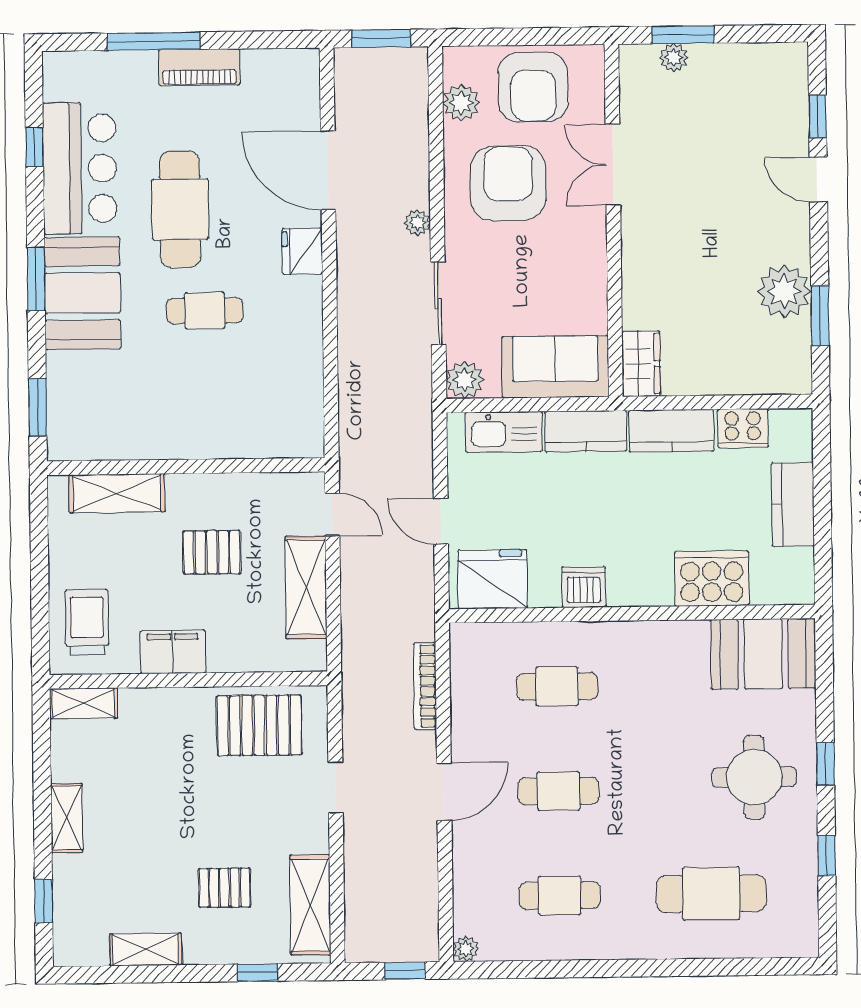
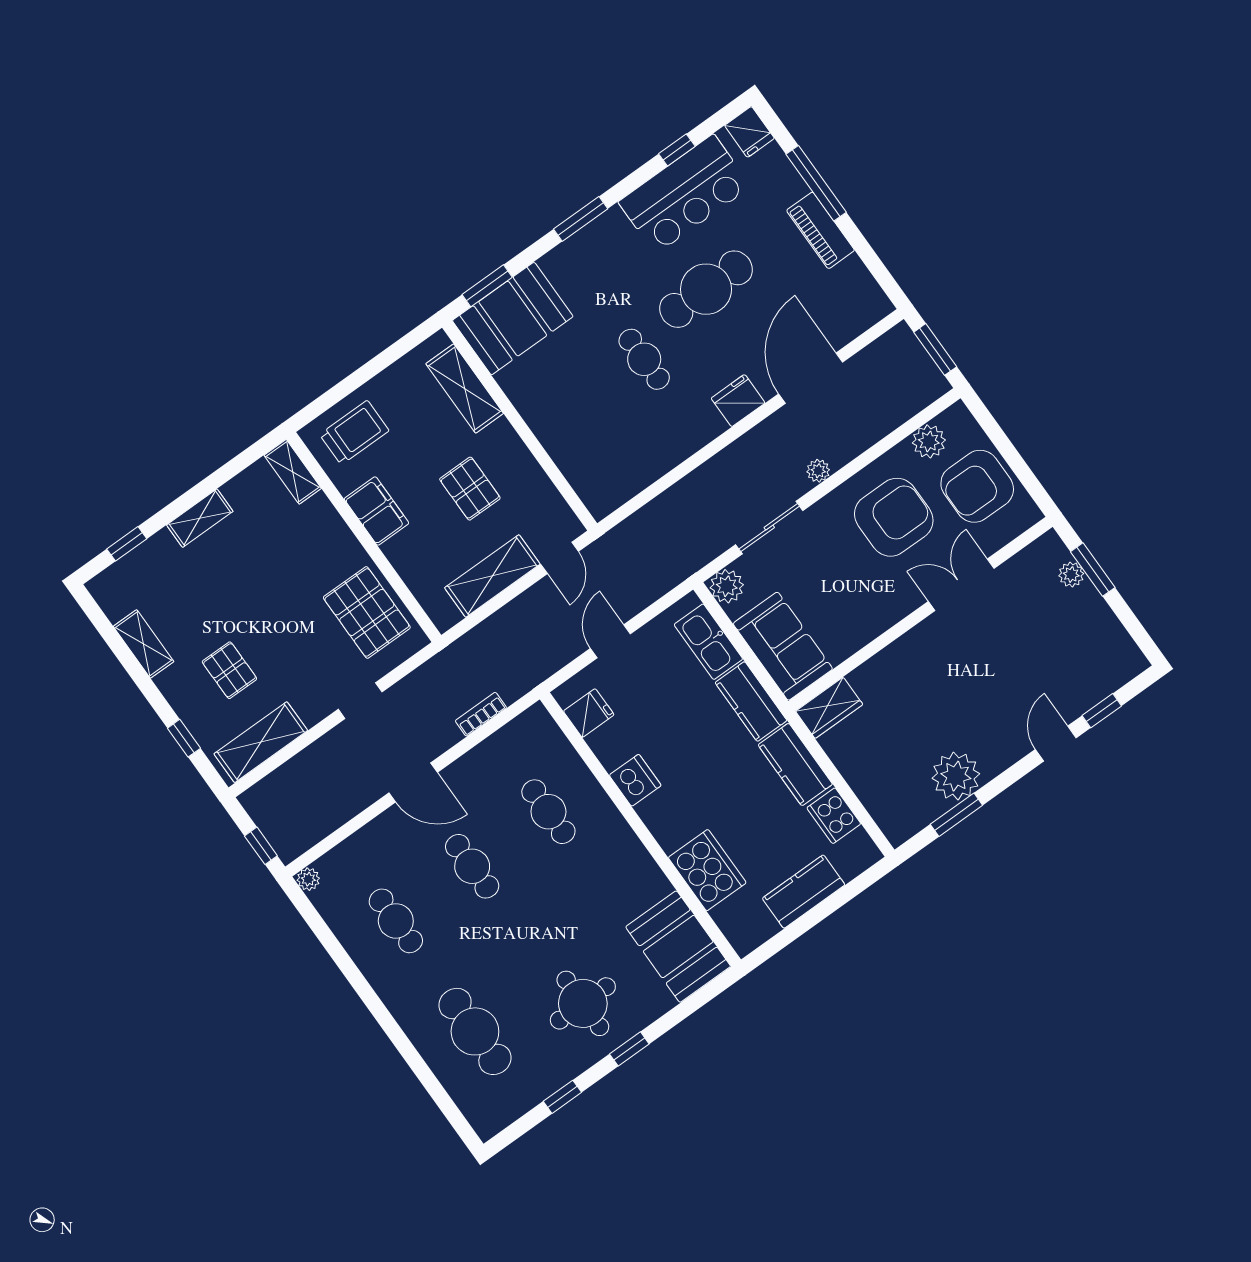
fridge: (64, 69) -> (749, 132), added
booth: (82, 293) -> (513, 319), moved
fridge: (493, 579) -> (589, 713), width x0.53, depth x0.75
bookcase: (425, 686) -> (481, 714), width x0.64

